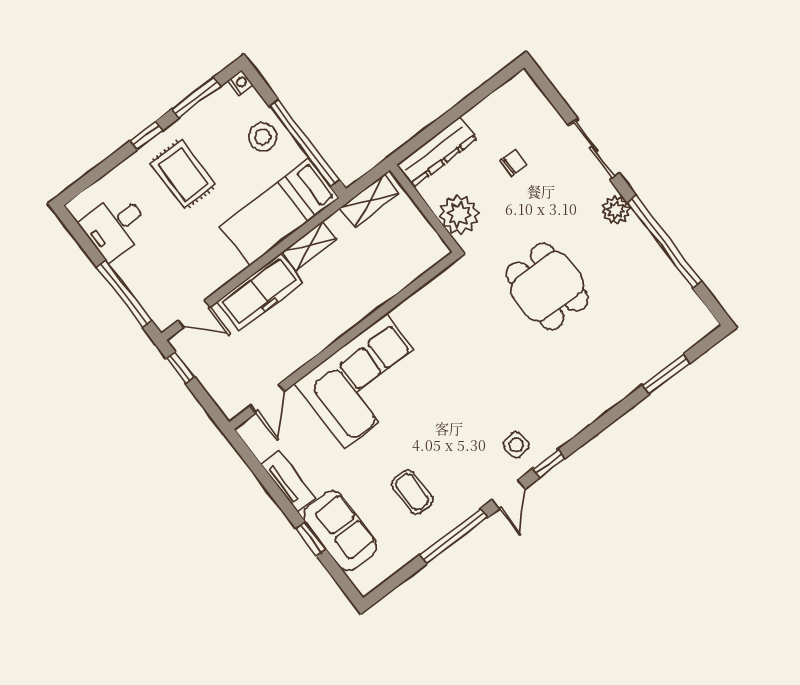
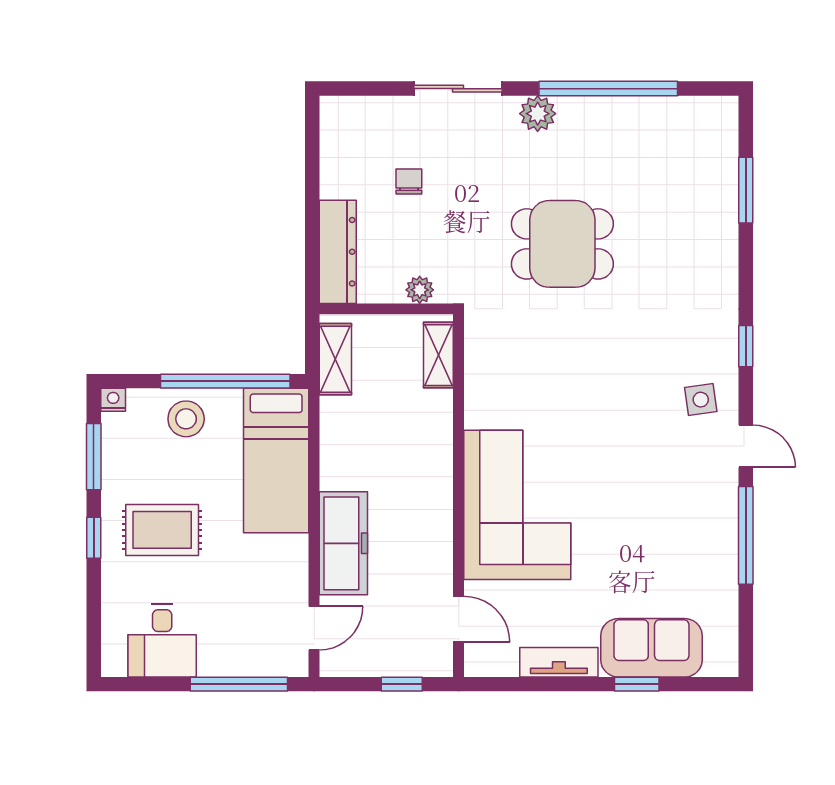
plant: (459, 214) -> (420, 290), width x0.53, depth x0.53
shelving: (309, 245) -> (438, 355), moved
window: (180, 367) -> (402, 684), moved
window: (549, 464) -> (746, 346), moved
coffee table: (412, 492) -> (668, 543), removed

